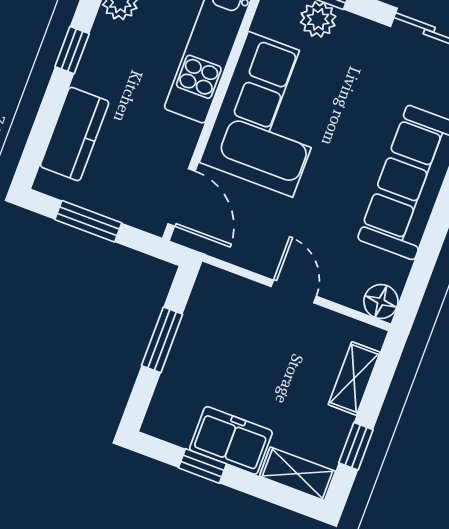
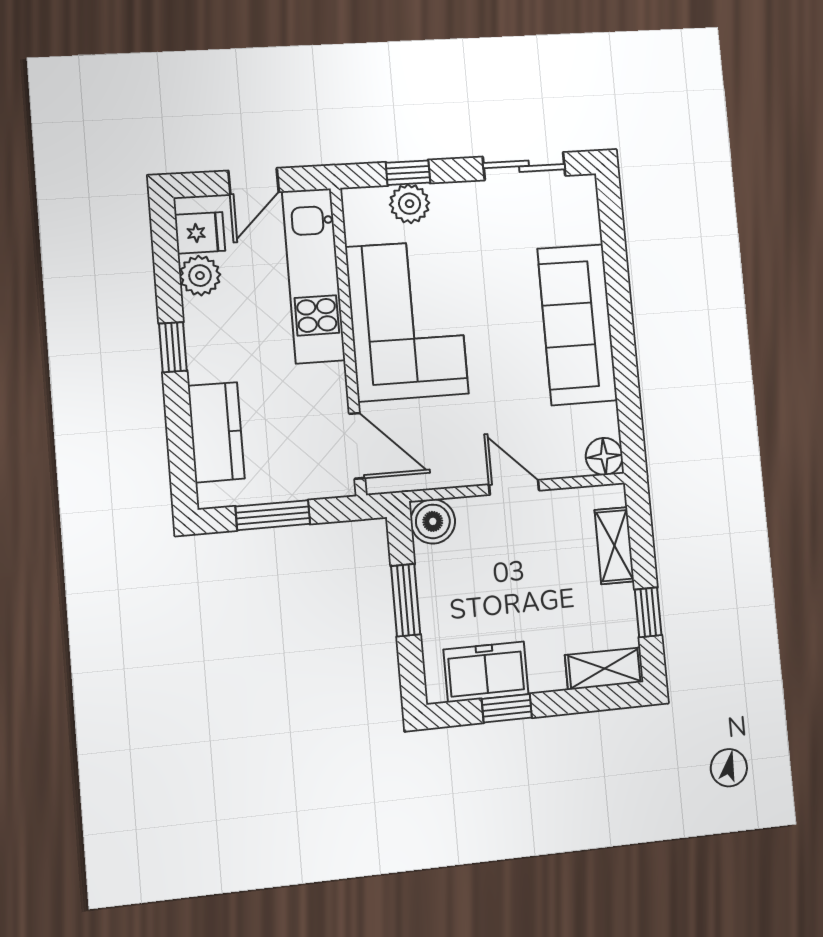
boiler: (214, 287) -> (433, 521), added
freezer: (231, 440) -> (486, 672), moved

